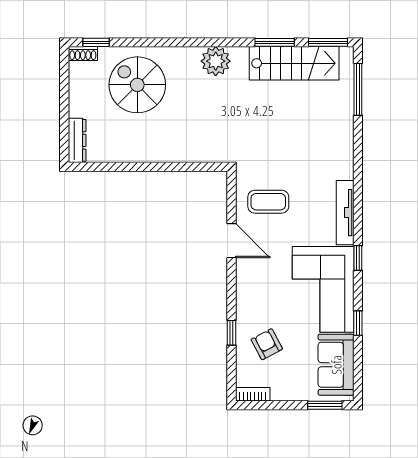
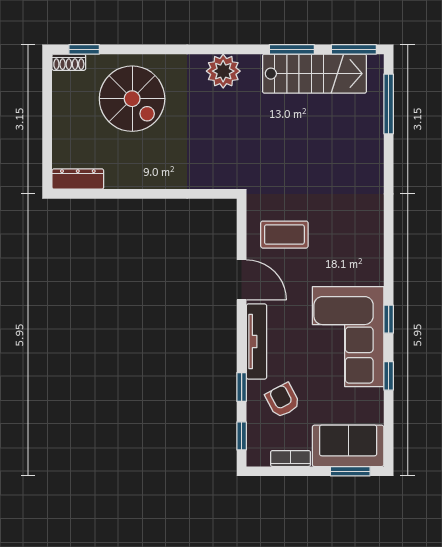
spiral stairs: (137, 85) -> (132, 99), turned 180
dresser: (77, 140) -> (78, 179), moved, turned -90
tv unit: (345, 213) -> (256, 342), moved, turned 180
window: (358, 258) -> (389, 319), moved
sofa: (336, 365) -> (348, 446), moved, turned 90
window: (231, 375) -> (242, 436), added
bookcase: (253, 394) -> (291, 459), moved

